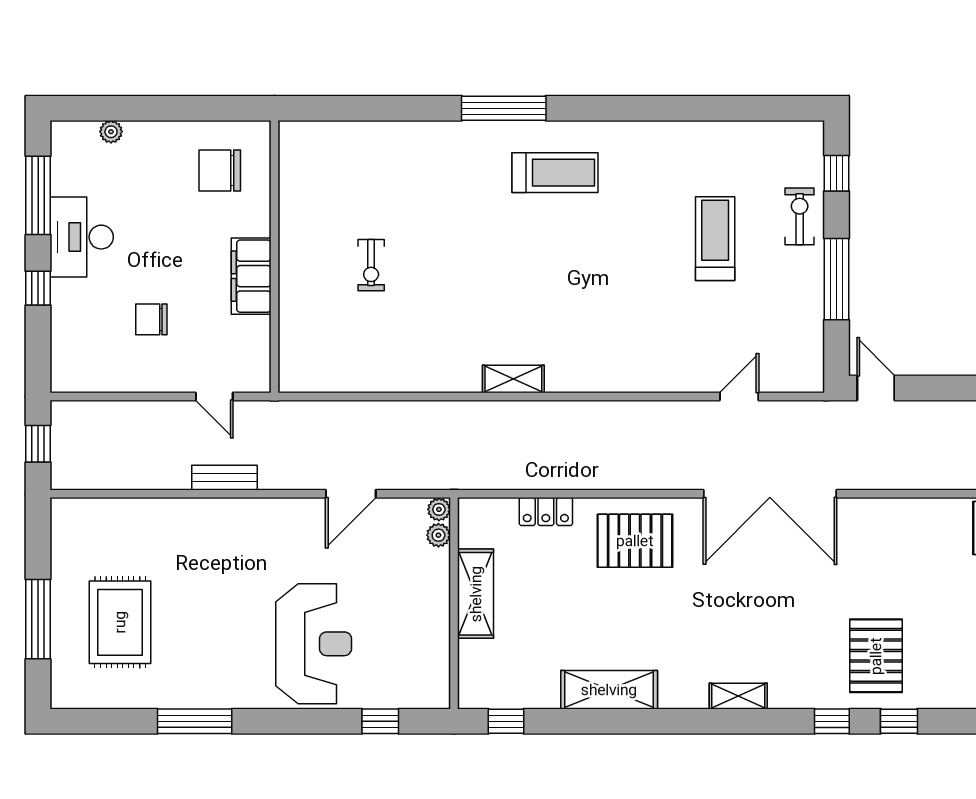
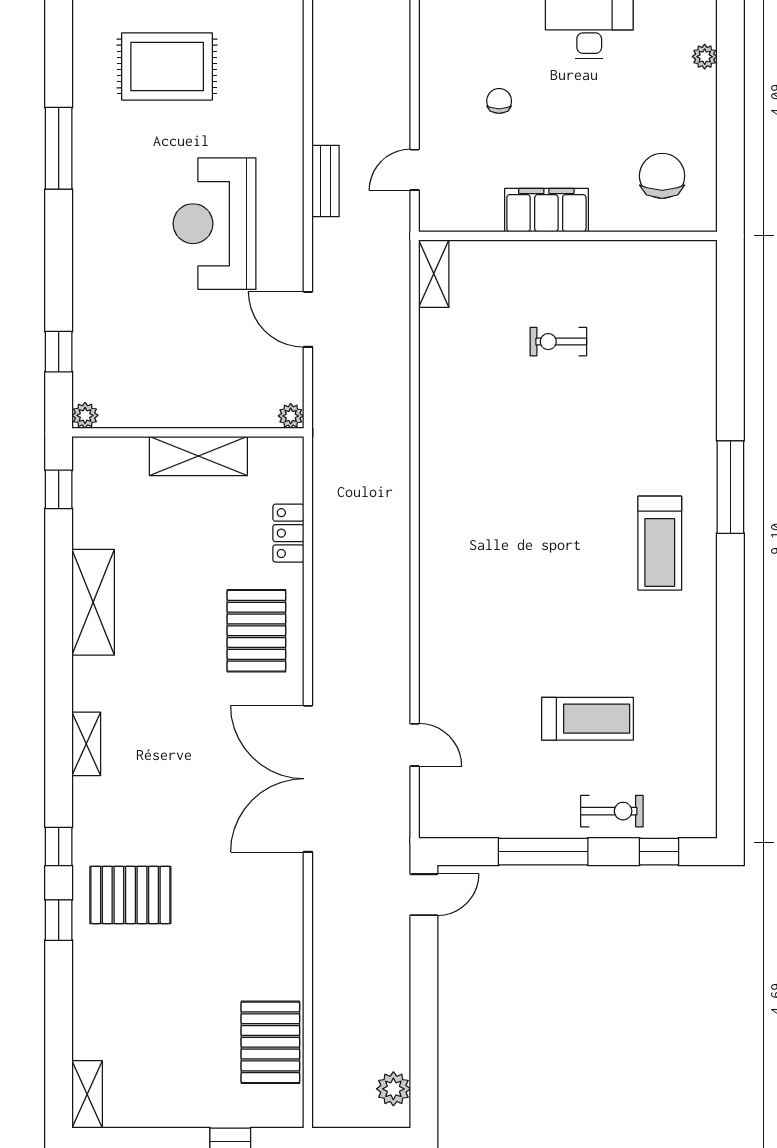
chair: (151, 319) -> (499, 101), width x0.73, depth x0.73
shelving: (513, 379) -> (434, 274), moved
plant: (438, 535) -> (85, 415), moved
reception desk: (314, 644) -> (215, 224), moved, turned 90

